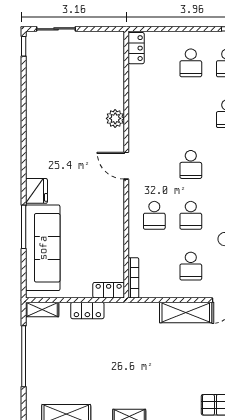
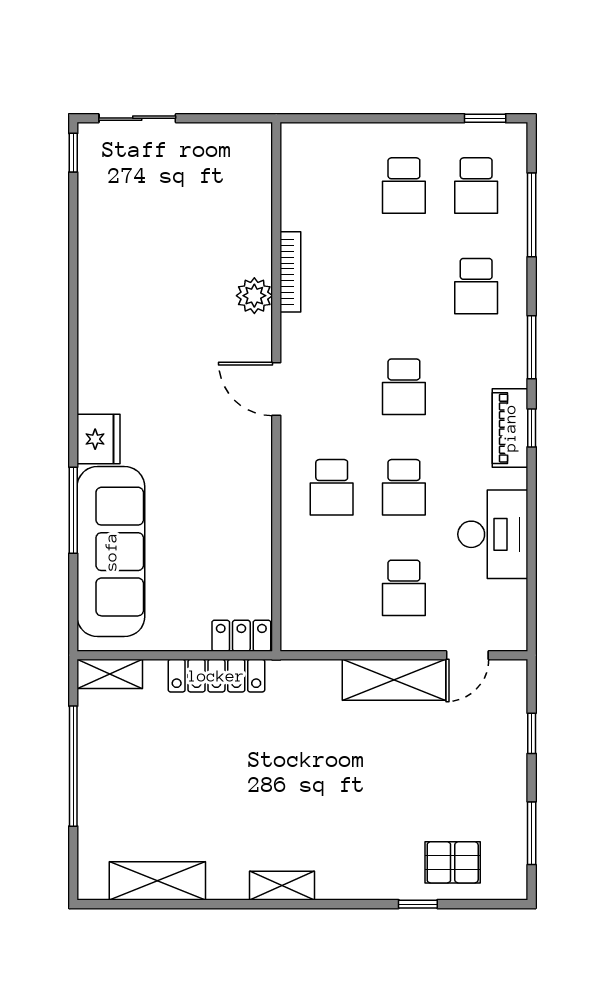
locker: (136, 48) -> (296, 156), removed
bookcase: (133, 278) -> (290, 272), moved
locker: (87, 310) -> (216, 676), width x1.53

